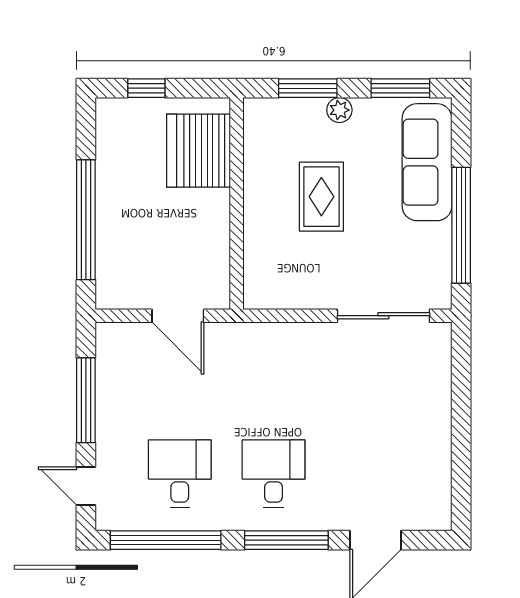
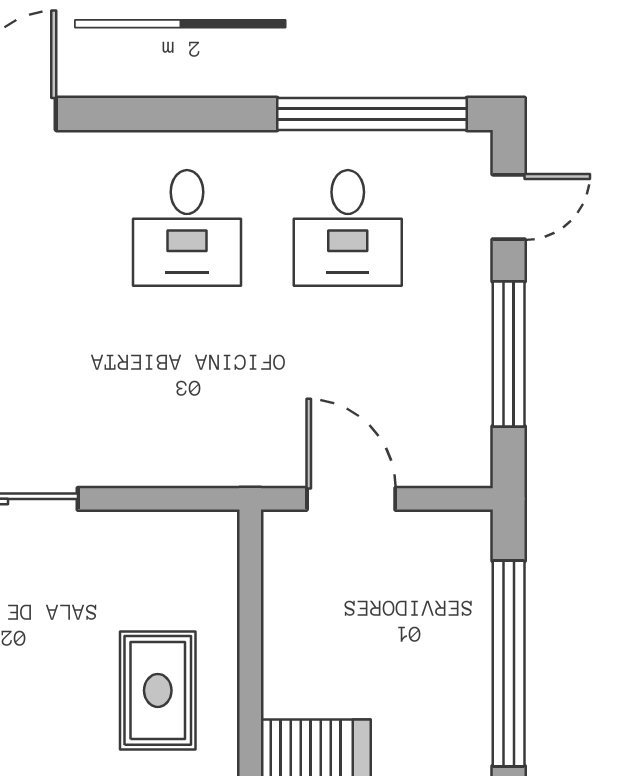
rug: (321, 197) -> (158, 690), moved
door: (86, 486) -> (509, 207), hinge flipped
window: (286, 540) -> (165, 114), removed

